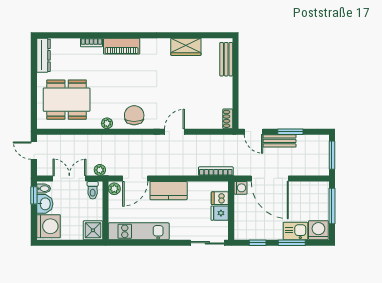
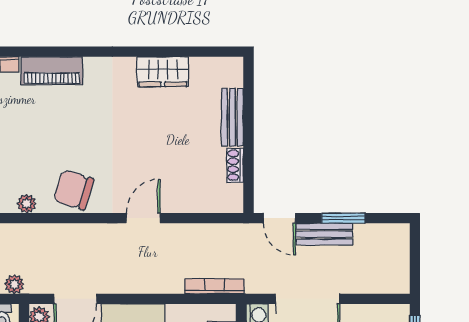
bench: (226, 59) -> (232, 117), moved
chair: (134, 115) -> (74, 190), turned -73
shoe rack: (228, 119) -> (235, 165), moved
window: (332, 155) -> (415, 259), removed

